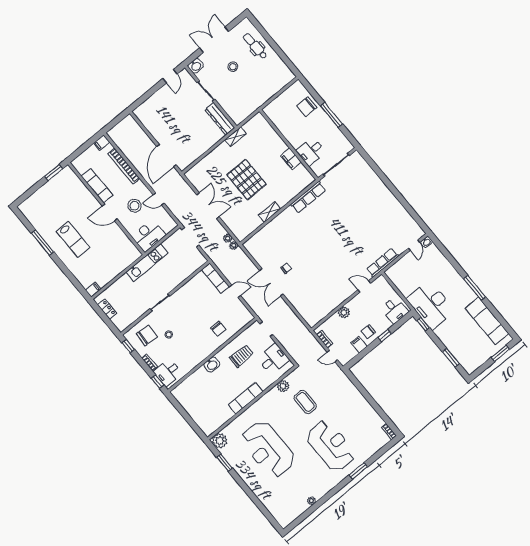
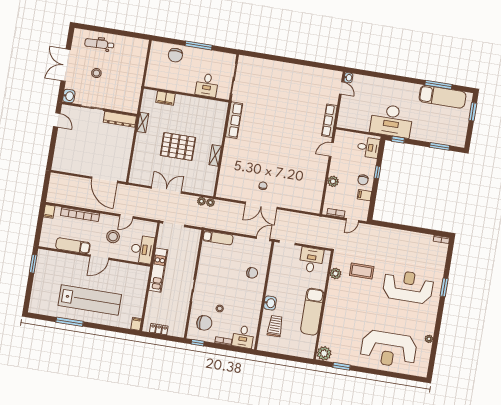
filing cabinet: (291, 159) -> (166, 98), moved
lab bench: (73, 239) -> (90, 300), width x1.86, depth x1.39
window: (475, 288) -> (438, 85), moved
door: (235, 291) -> (263, 239), moved
chair: (147, 335) -> (204, 323), turned 86
trolley: (242, 356) -> (275, 326), moved
window: (157, 382) -> (241, 350), removed
exam couch: (246, 398) -> (312, 312), width x1.36, depth x1.45
reception desk: (268, 449) -> (389, 349), moved

